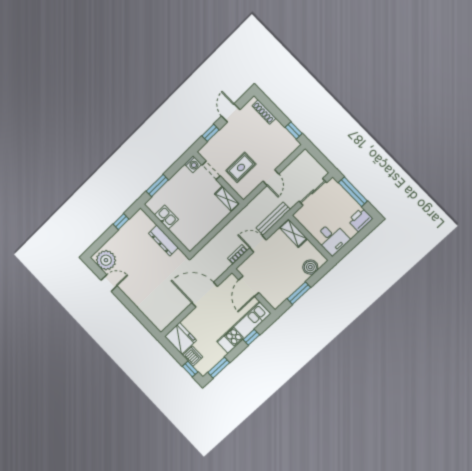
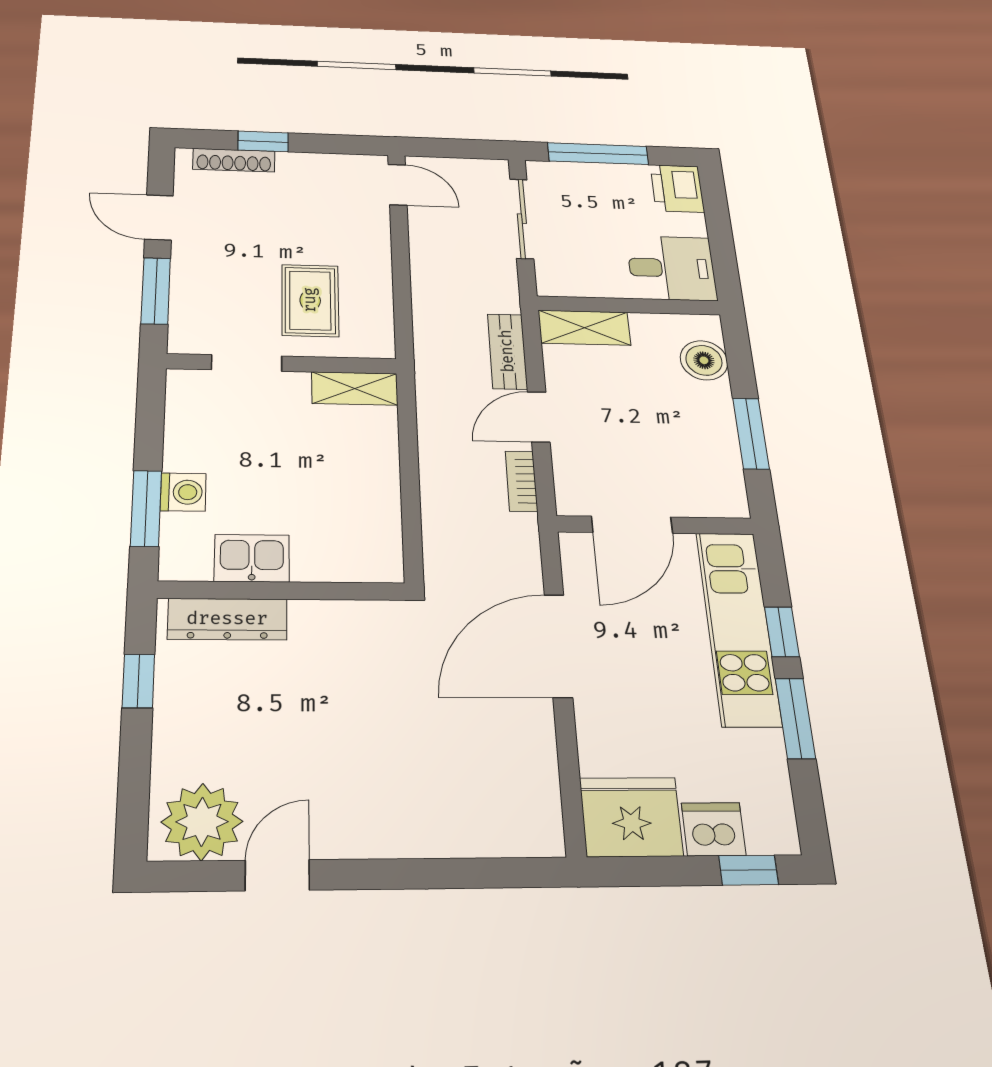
window: (294, 130) -> (263, 141), moved
window: (211, 133) -> (156, 291), width x1.50
washing machine: (193, 164) -> (183, 492), moved
door: (271, 178) -> (397, 185), moved
bench: (273, 219) -> (507, 351), width x0.73
dresser: (163, 240) -> (227, 619), moved
door: (249, 286) -> (632, 525), hinge flipped
window: (219, 368) -> (795, 718), moved

